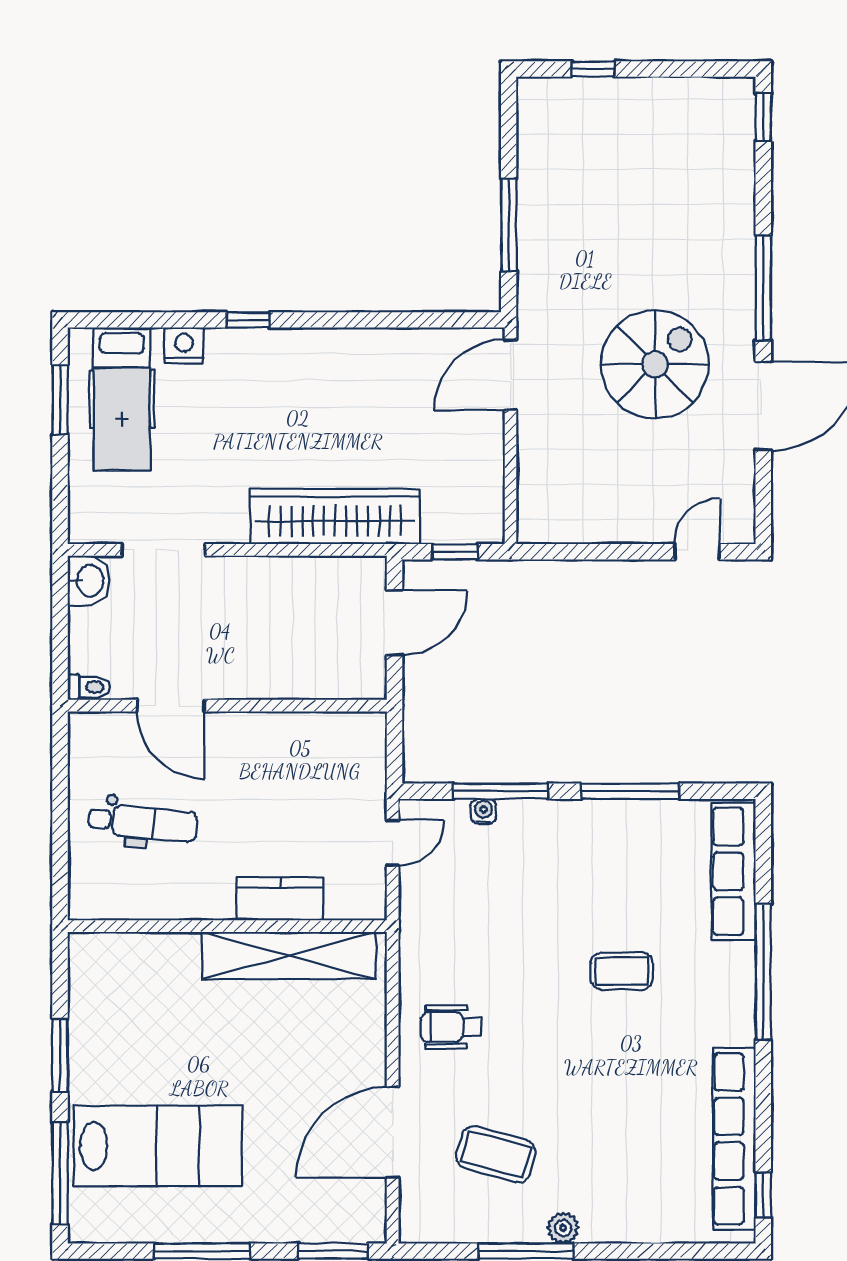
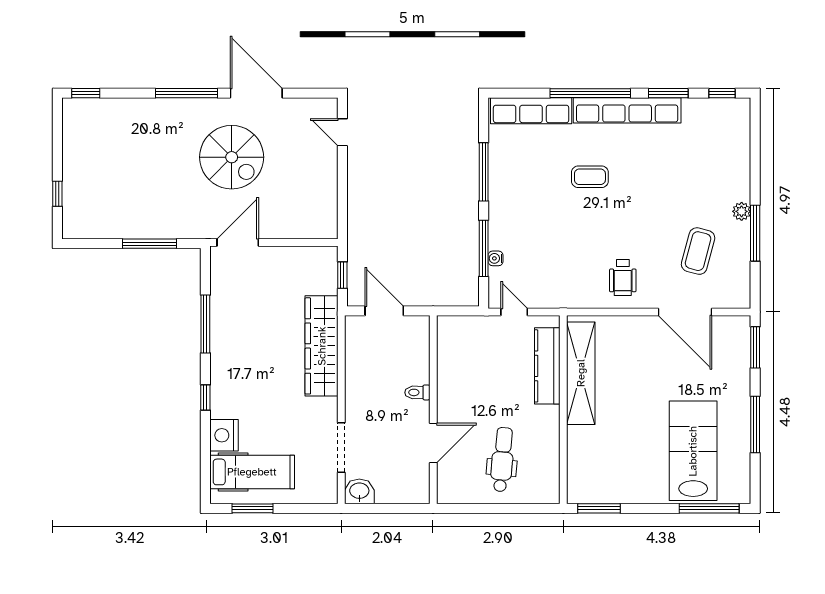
window: (372, 320) -> (205, 324), added
nightstand: (184, 346) -> (224, 435), width x1.36, depth x1.33
spiral stairs: (655, 364) -> (232, 157), turned 180
door: (511, 375) -> (238, 242), swing flipped
toilet: (89, 687) -> (417, 392), moved, turned -90
kitchen counter: (280, 899) -> (547, 366), width x1.50
coffee table: (622, 971) -> (590, 177), turned 90
window: (60, 1055) -> (599, 508), moved
window: (763, 1104) -> (668, 93), added
row of seats: (734, 1139) -> (627, 110), moved

